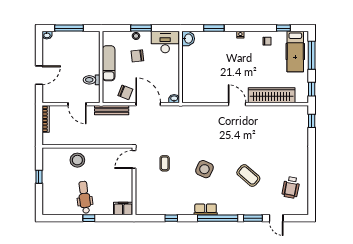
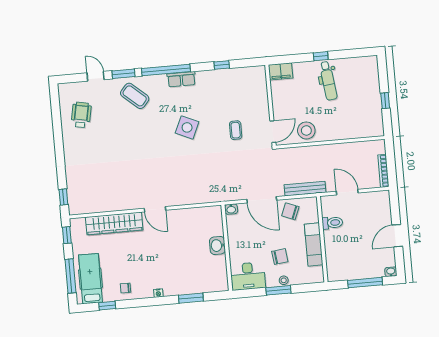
washbasin: (188, 39) -> (217, 245), moved
door: (39, 75) -> (397, 236), moved
stool: (77, 160) -> (306, 130), moved
coffee table: (248, 175) -> (135, 96), moved

